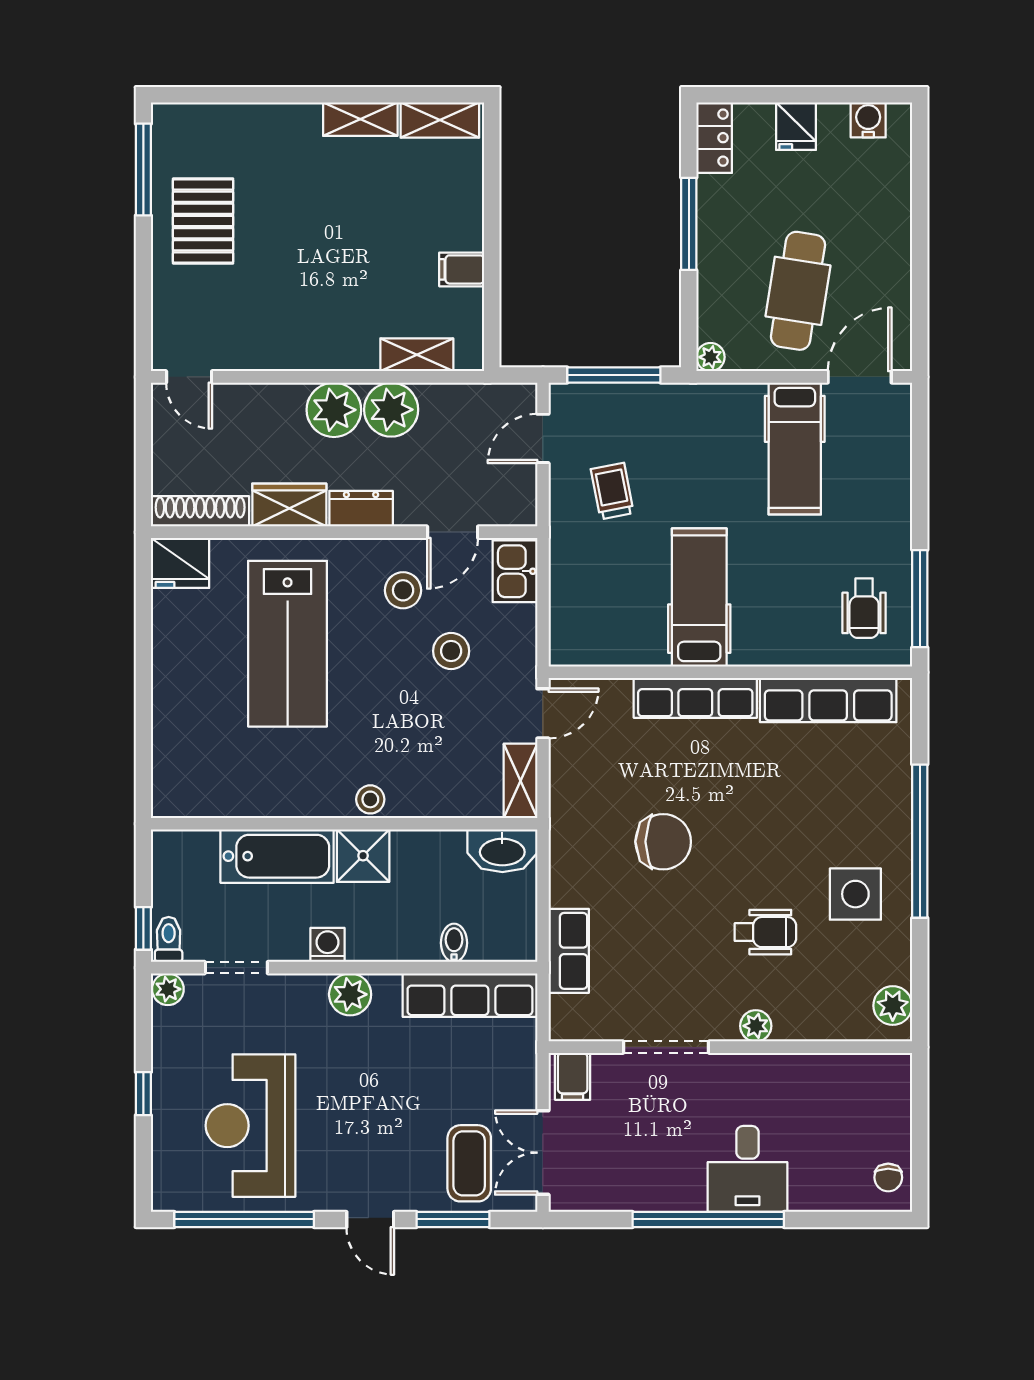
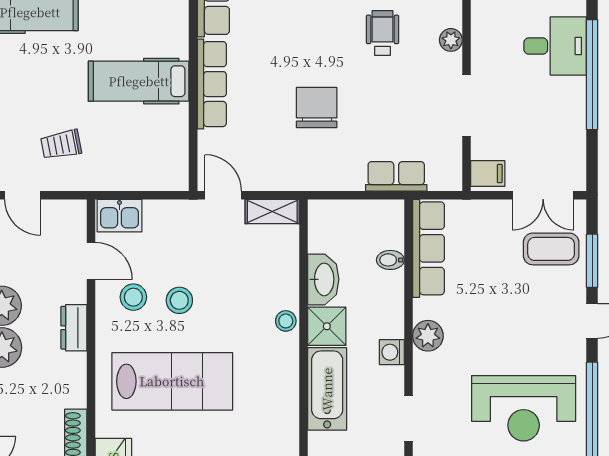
wardrobe: (289, 505) -> (71, 380), removed
stool: (451, 651) -> (179, 300), moved
washbasin: (502, 851) -> (323, 279), moved

